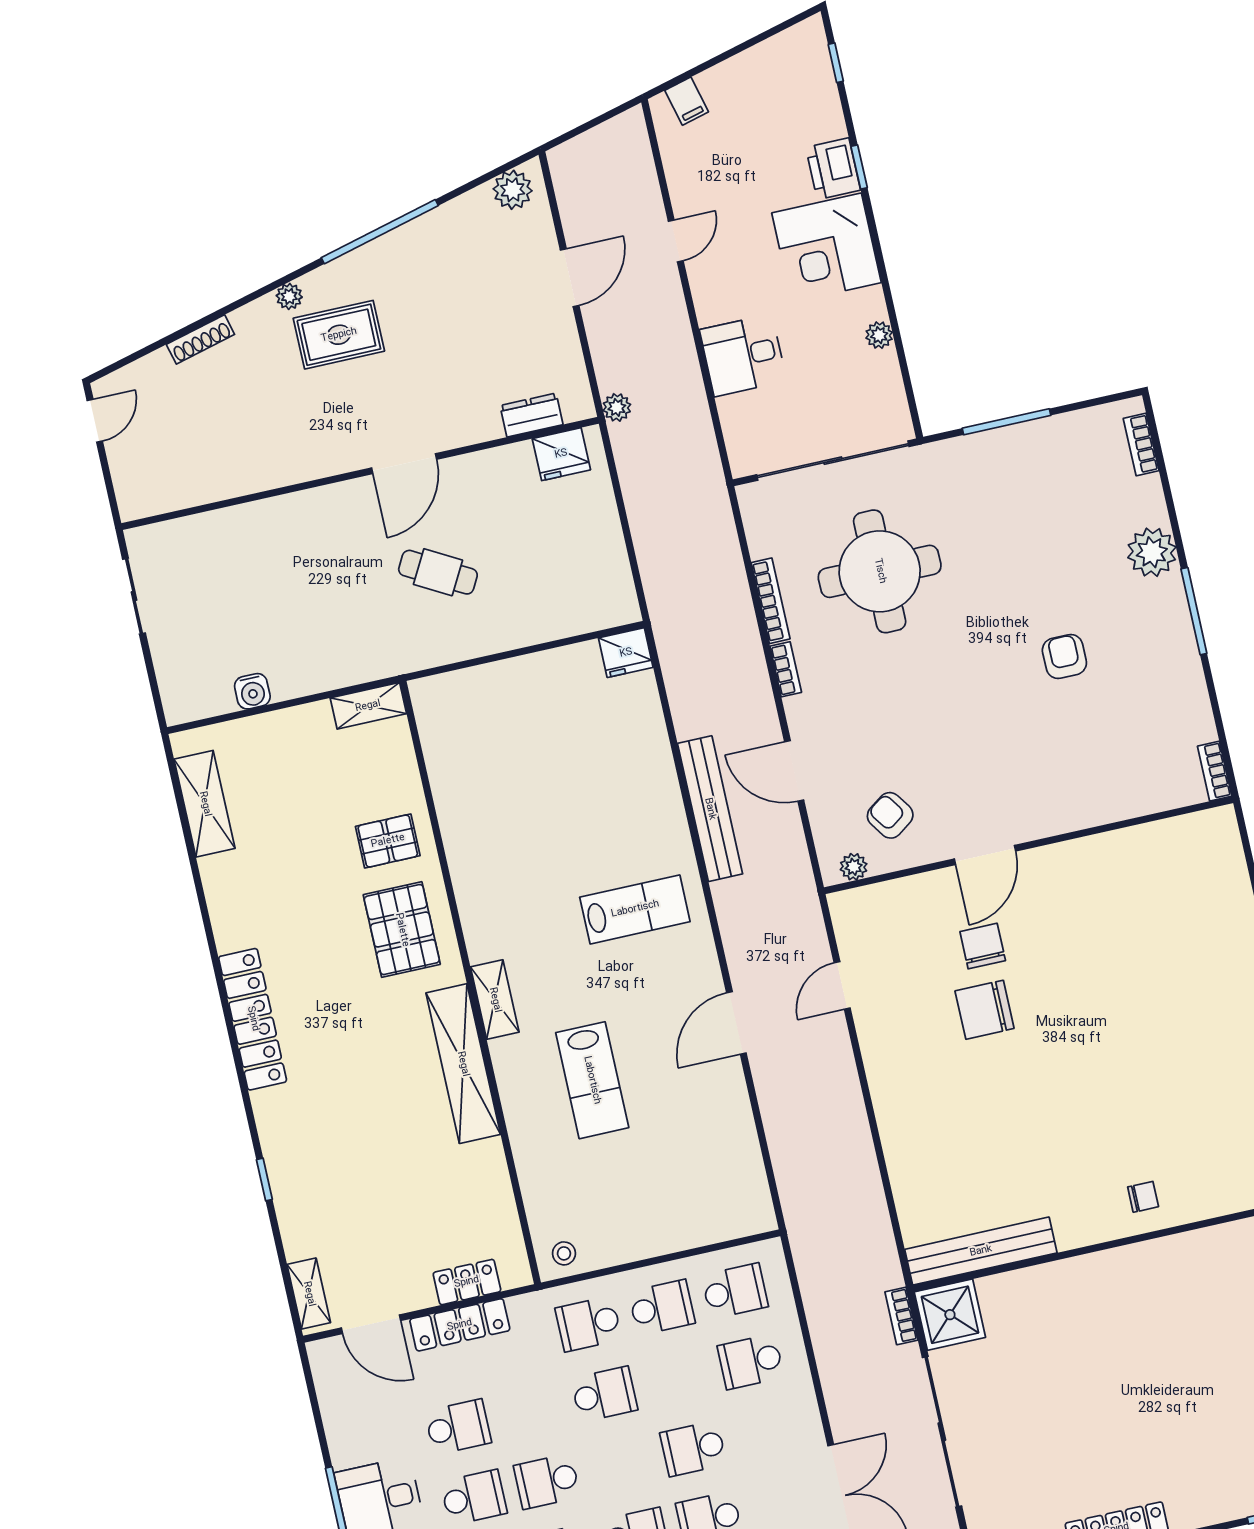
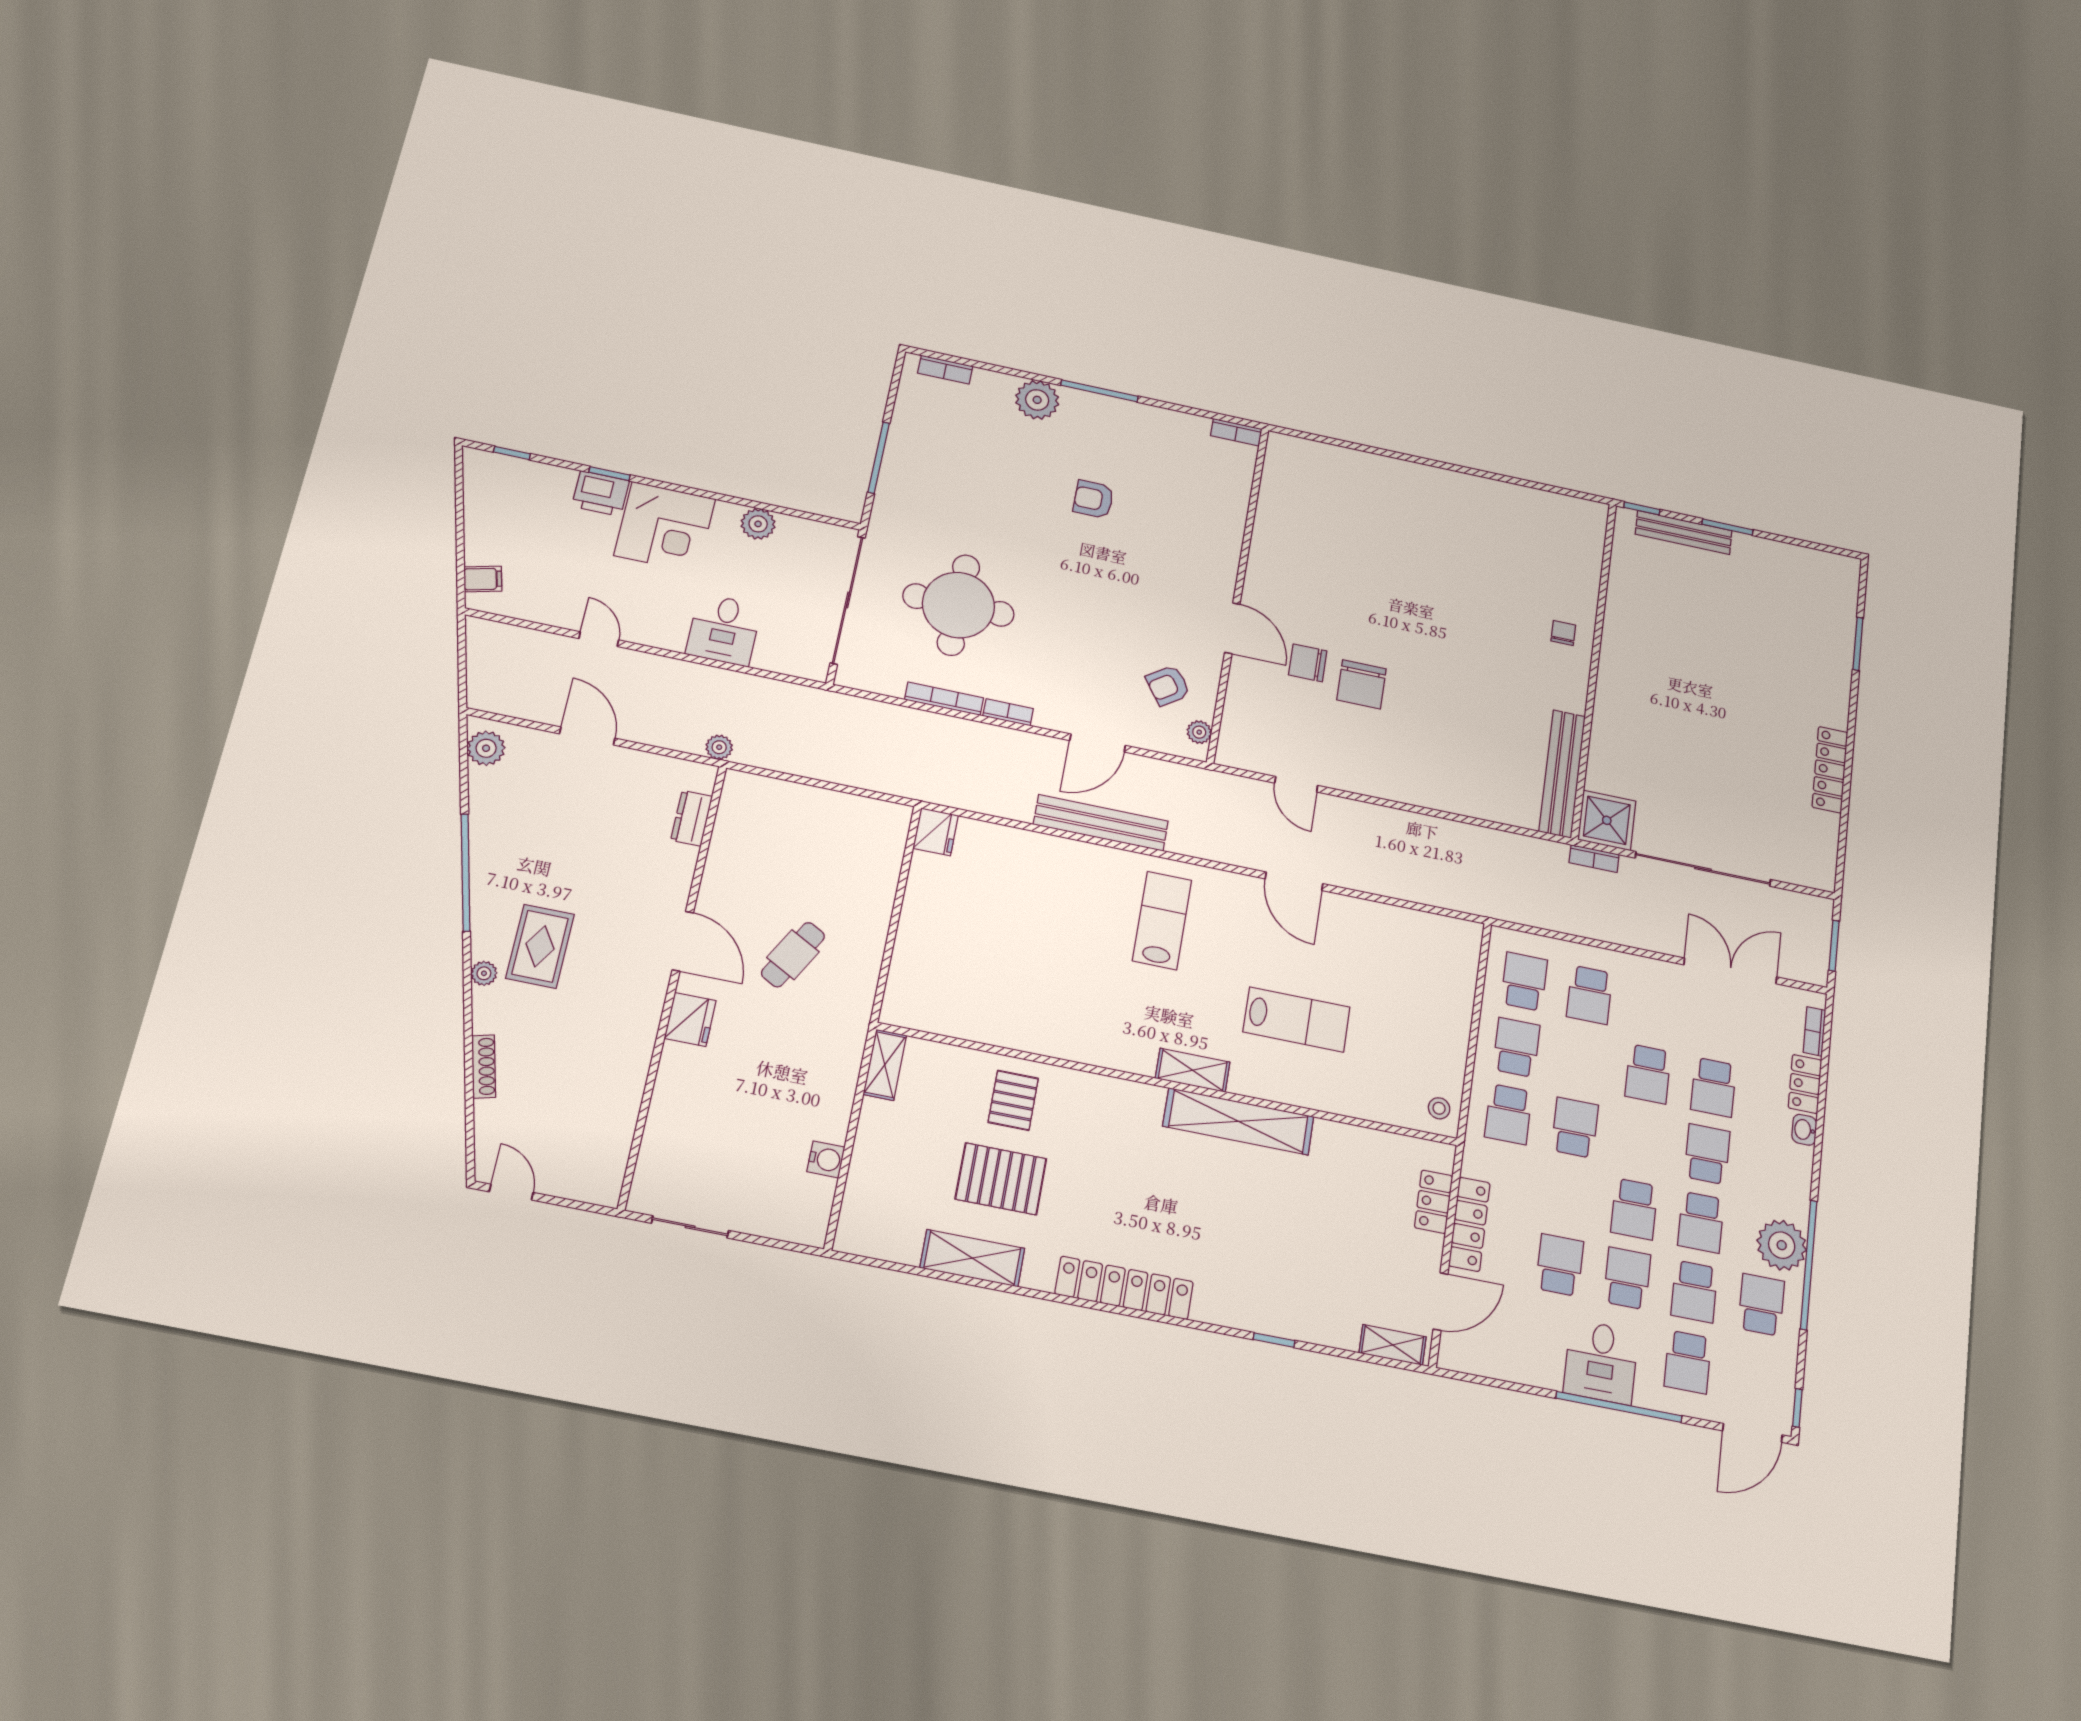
plant: (879, 335) -> (758, 524), width x1.38, depth x1.38
fridge: (561, 454) -> (690, 1019), moved
shelving: (205, 804) -> (972, 1258), moved
pallet: (402, 930) -> (1001, 1179), moved

